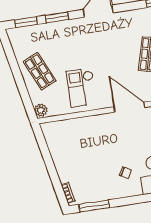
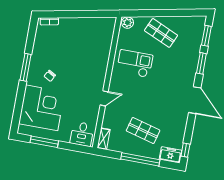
shop shelf: (40, 71) -> (161, 33), turned 48
door: (129, 107) -> (104, 98), width x0.53
window: (94, 206) -> (26, 67), moved

